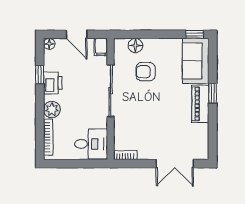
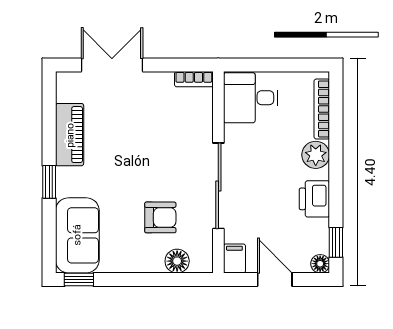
window: (40, 75) -> (336, 242), moved
piano: (200, 104) -> (70, 135), moved

